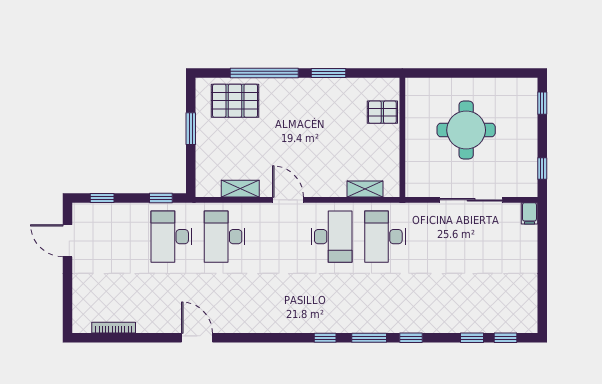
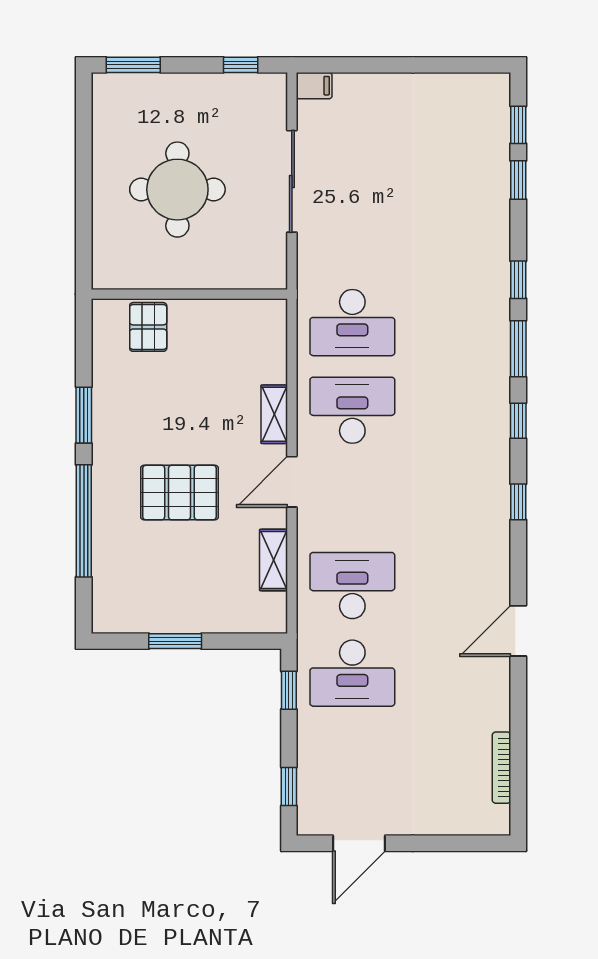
pallet: (235, 101) -> (179, 493), moved, turned 90
window: (542, 103) -> (133, 65), width x1.50
shelving: (365, 189) -> (274, 414), moved
desk: (225, 237) -> (352, 586), turned 180
window: (276, 338) -> (518, 502), added

